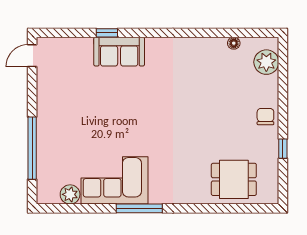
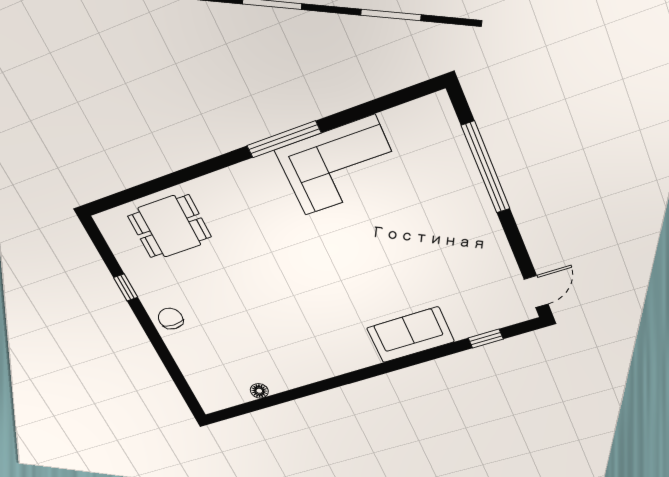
window: (107, 33) -> (486, 339), moved
plant: (266, 62) -> (205, 382), removed
chair: (265, 117) -> (171, 319), turned 180
plant: (70, 194) -> (399, 122), removed

